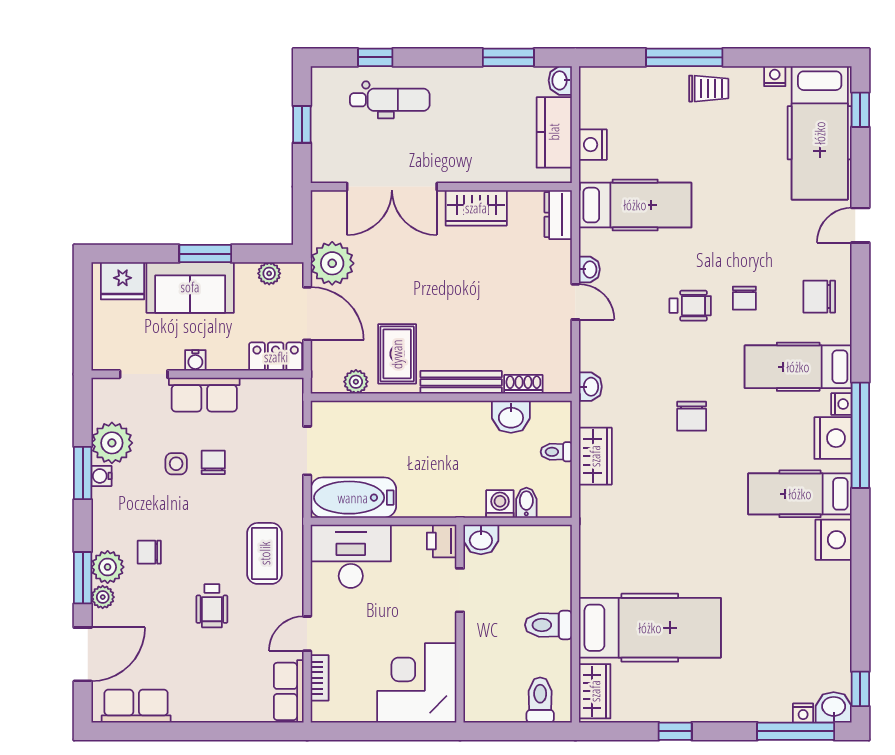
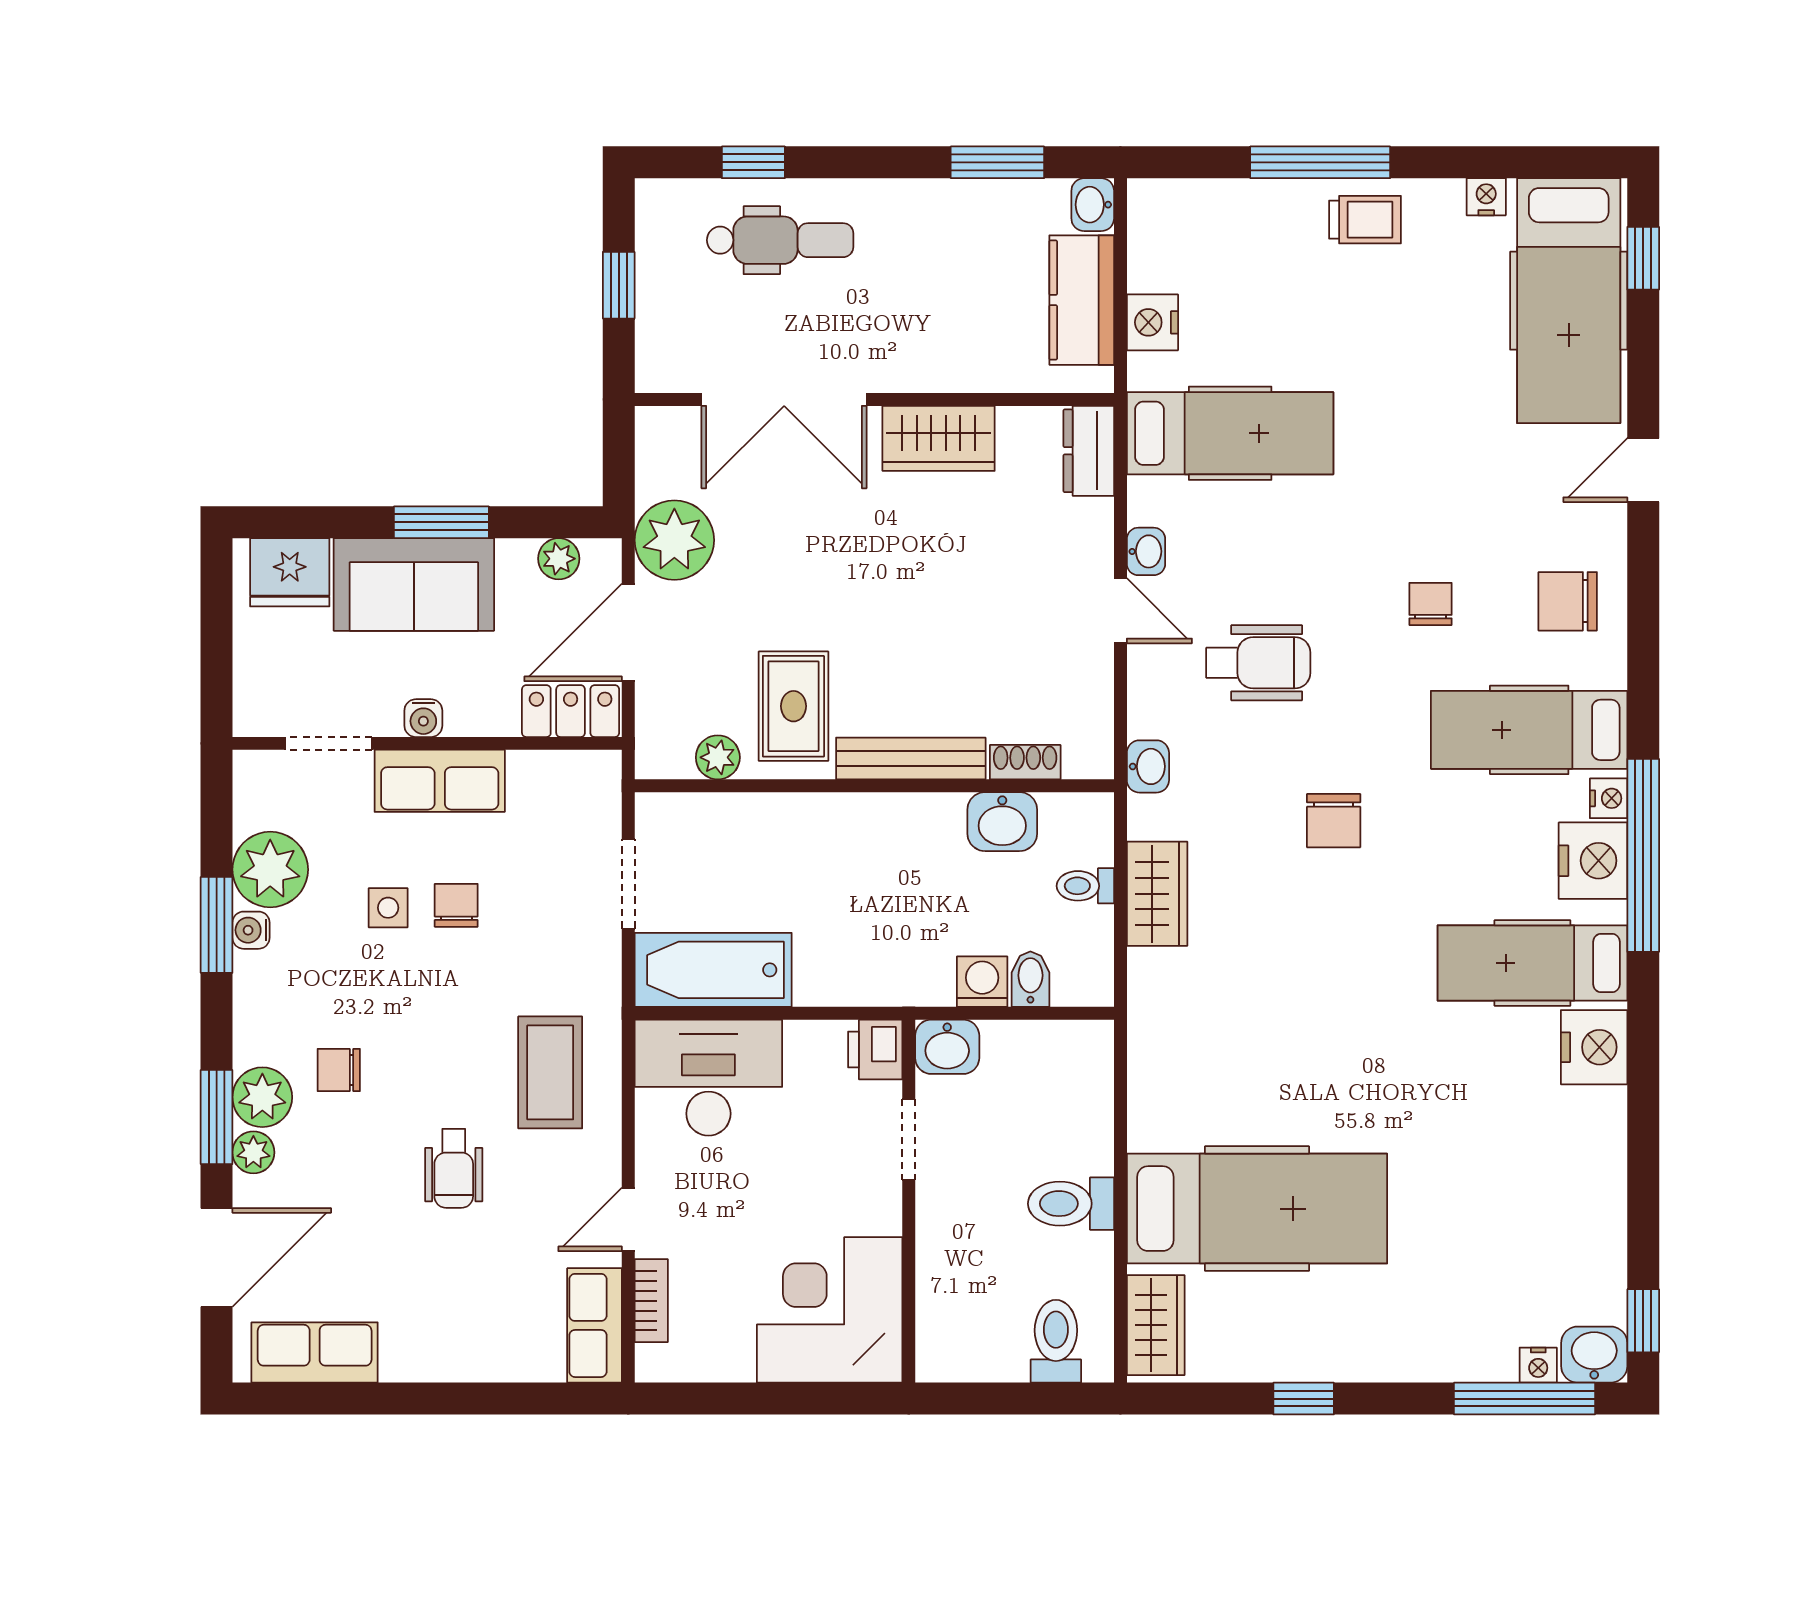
chair: (744, 298) -> (1430, 604), turned 180
wheelchair: (690, 306) -> (1258, 663), moved, width x1.36, depth x1.37
door: (307, 314) -> (628, 632), swing flipped

